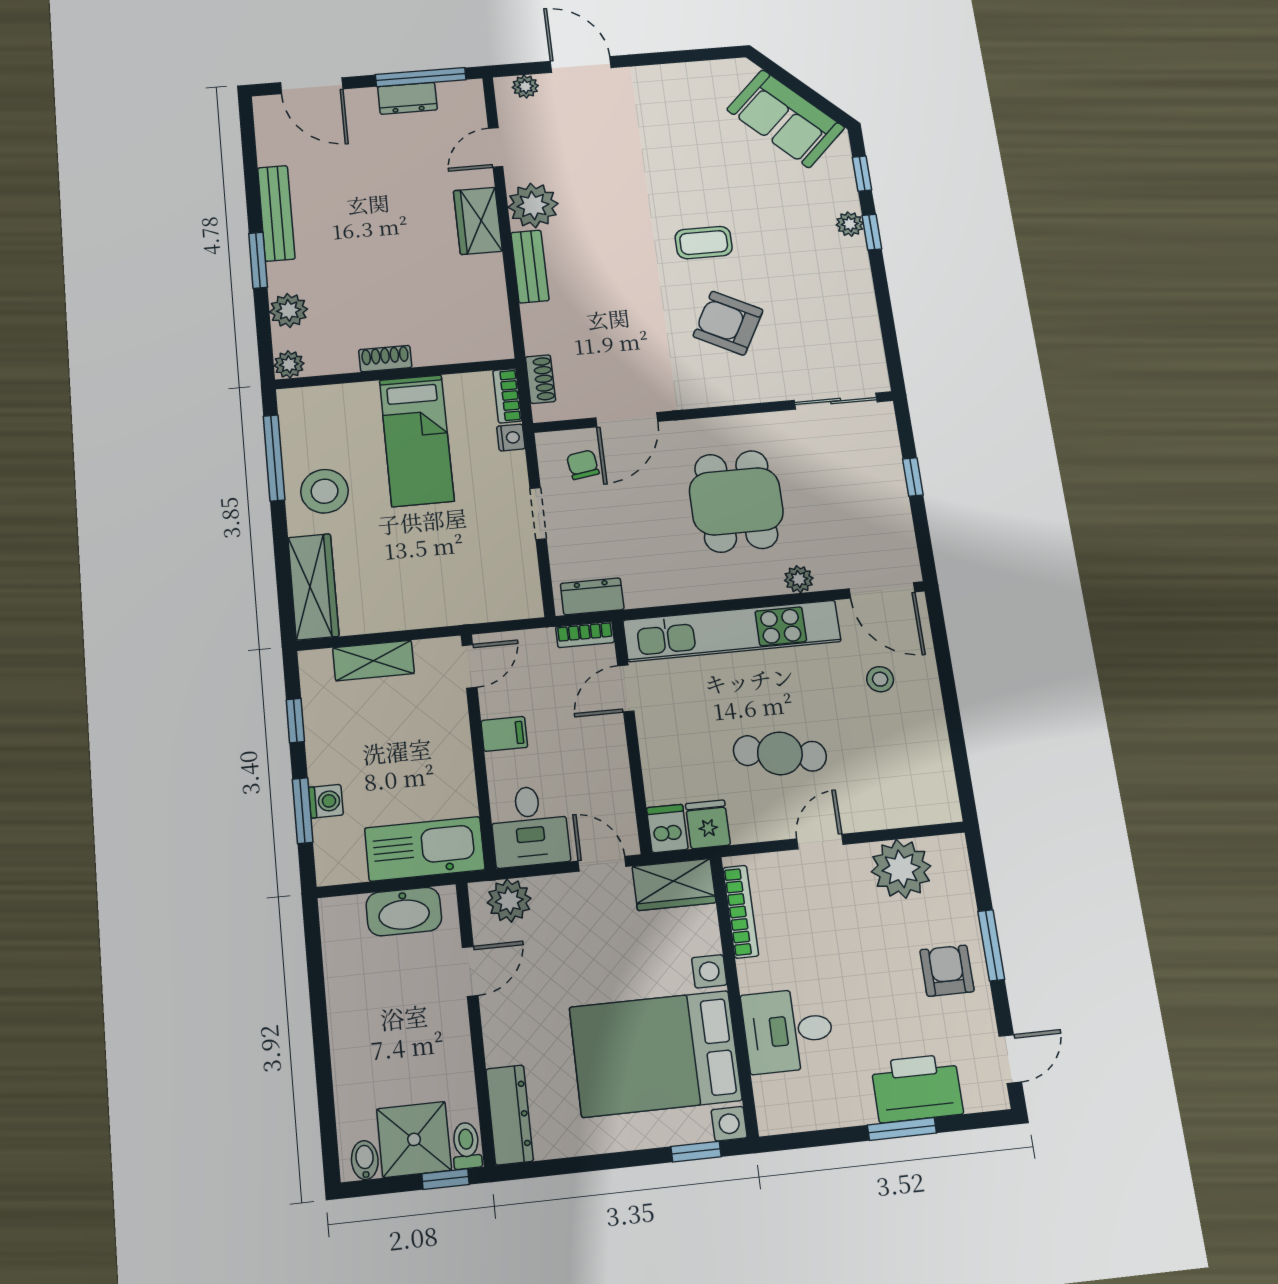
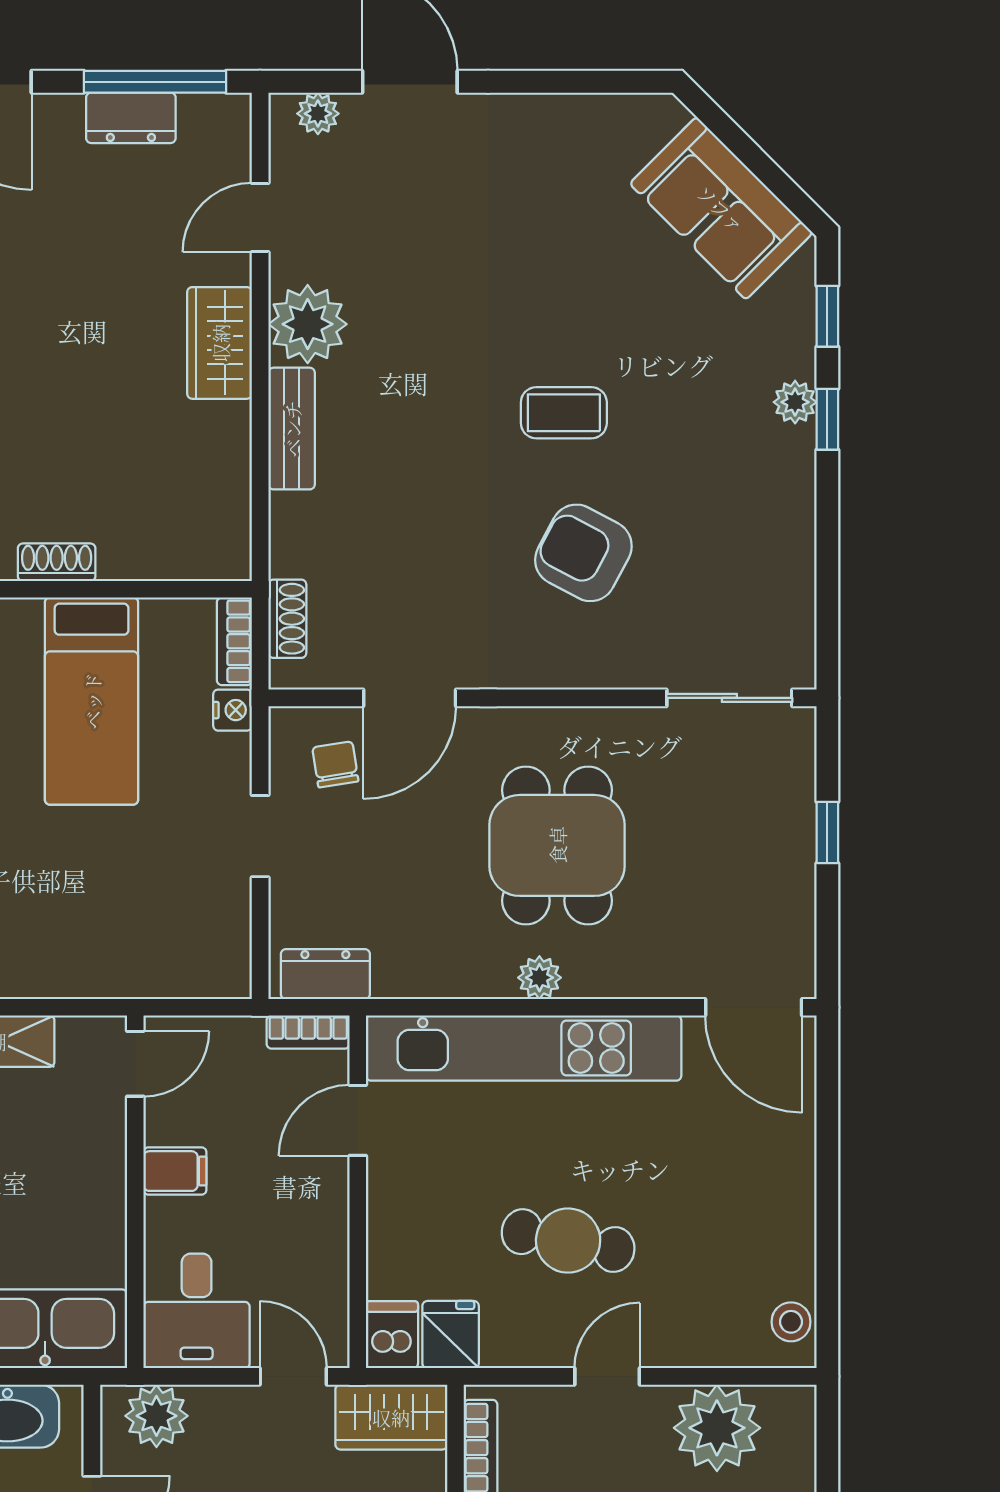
plant: (799, 579) -> (539, 978), moved
stool: (880, 679) -> (791, 1322), moved

